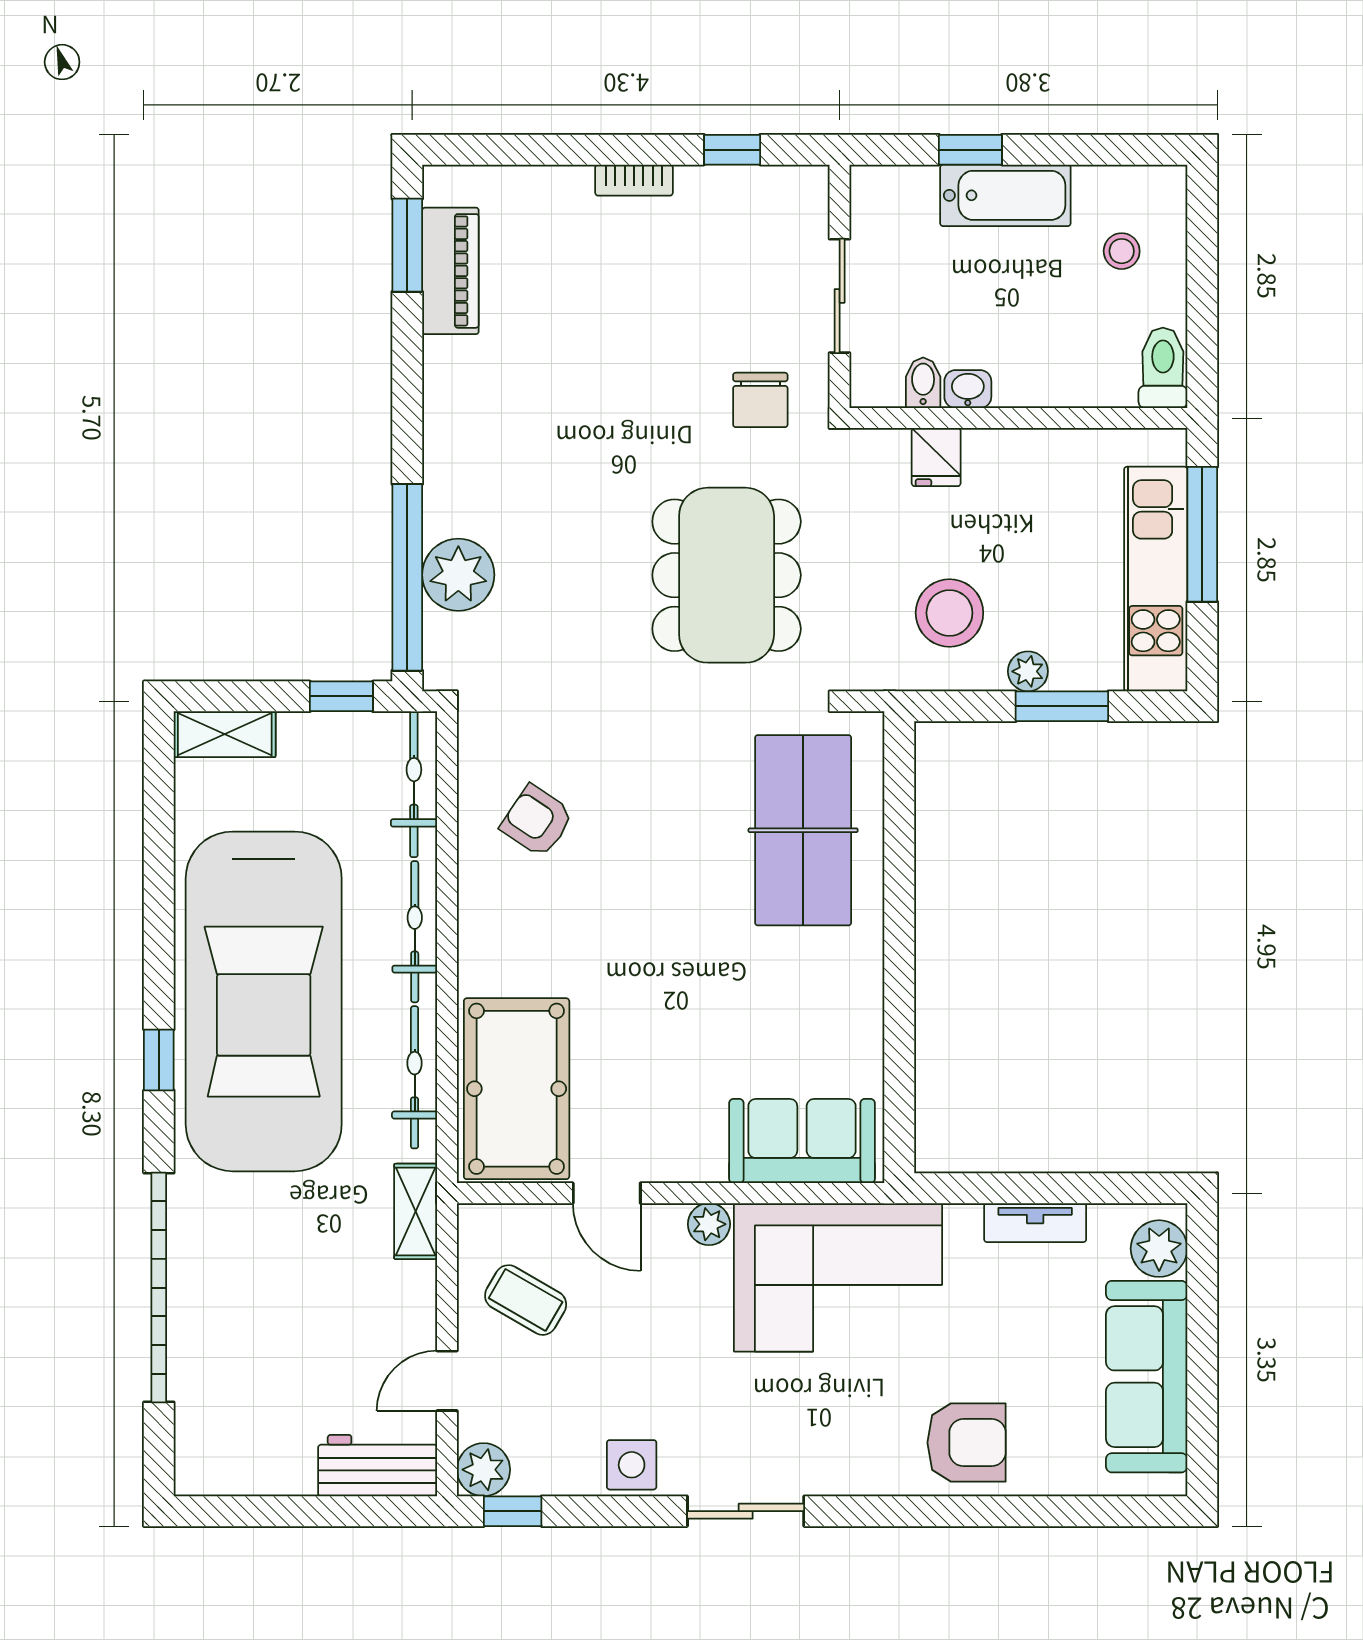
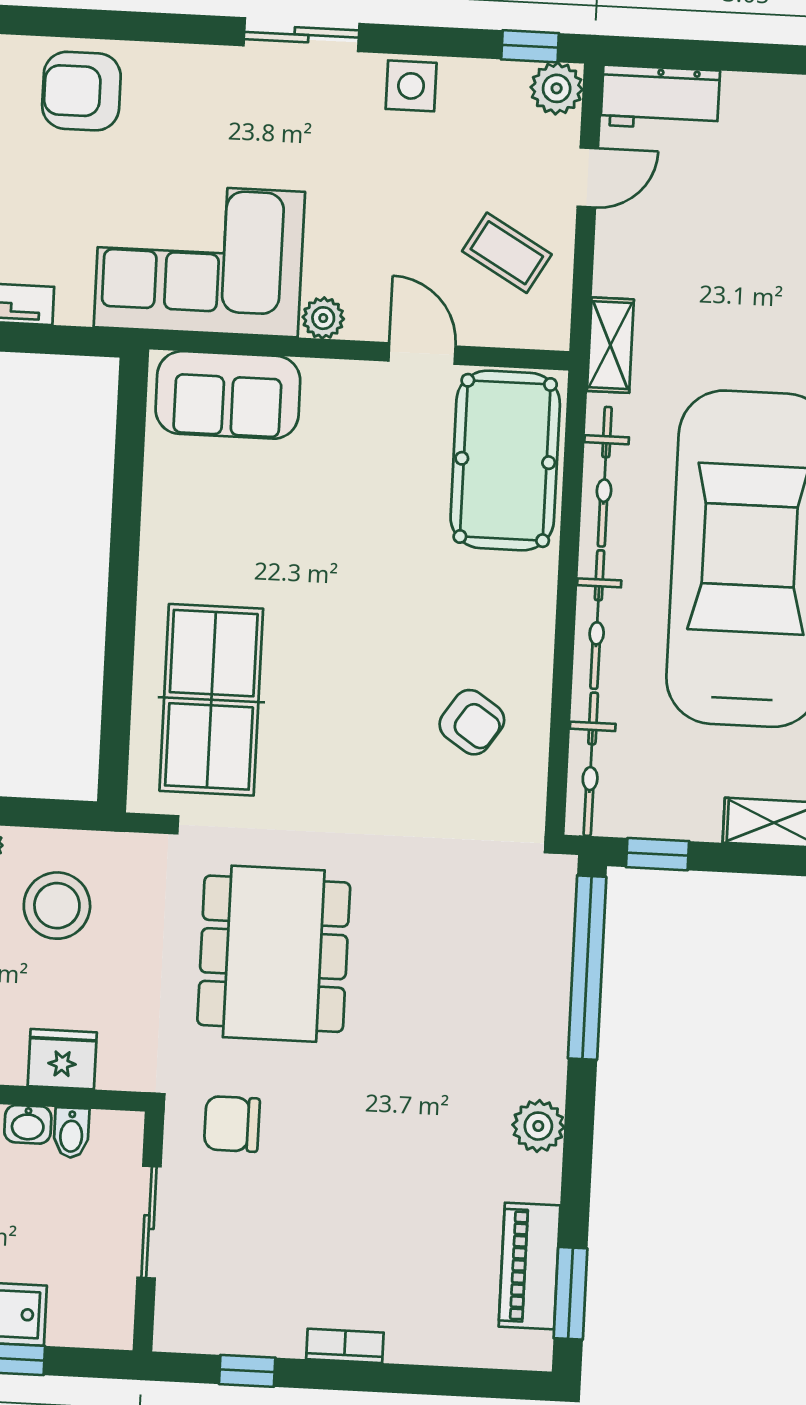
chair: (760, 400) -> (232, 1124), turned -90
fridge: (936, 457) -> (62, 1059), width x1.38
plant: (458, 575) -> (538, 1126), moved, width x0.73, depth x0.73

